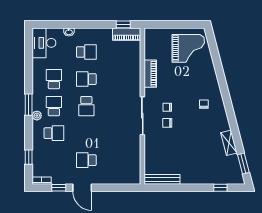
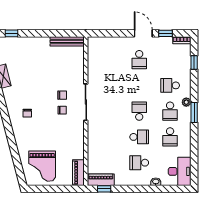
grand piano: (188, 48) -> (42, 166), turned -90
piano: (150, 74) -> (78, 173), moved
school desk: (86, 160) -> (139, 60), turned 90

